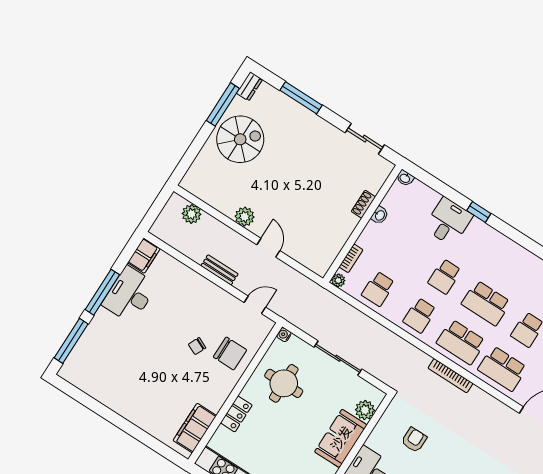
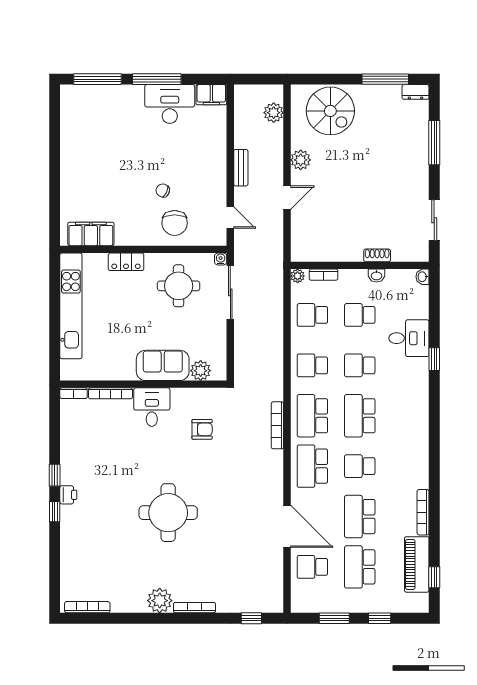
spiral stairs: (240, 139) -> (330, 111), moved
school desk: (403, 250) -> (360, 315), added
sliding door: (338, 358) -> (230, 292), moved

